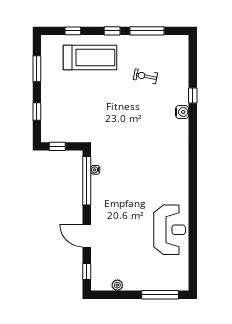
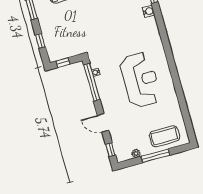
reception desk: (170, 230) -> (140, 80), moved, width x1.36, depth x1.30
coffee table: (159, 274) -> (165, 136), added
window: (160, 295) -> (156, 156), moved

